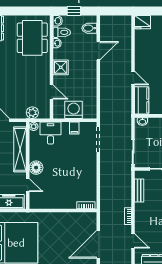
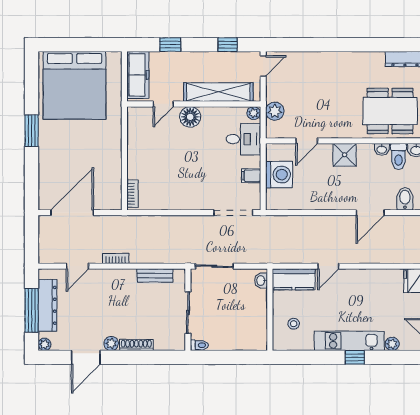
door: (98, 51) -> (370, 213), hinge flipped
door: (98, 244) -> (72, 213), hinge flipped

